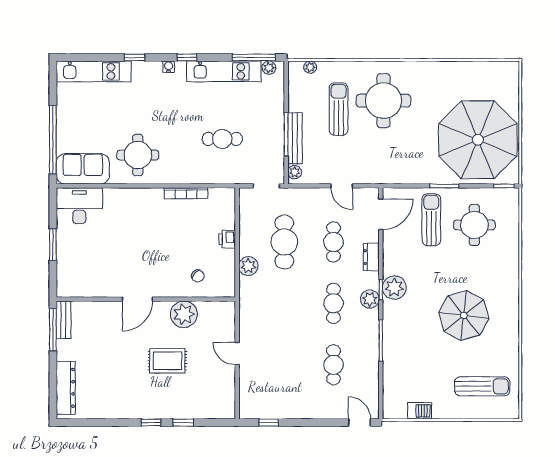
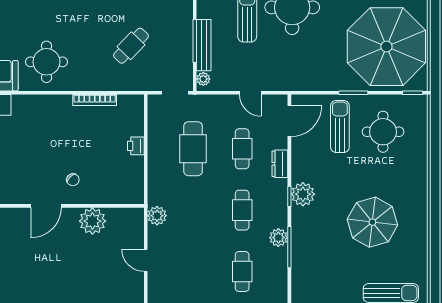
cafe table: (222, 139) -> (131, 46), turned -46
plant: (248, 266) -> (157, 216), moved
chair: (198, 276) -> (73, 180), moved
plant: (370, 299) -> (278, 238), moved
rug: (167, 361) -> (76, 267), removed

